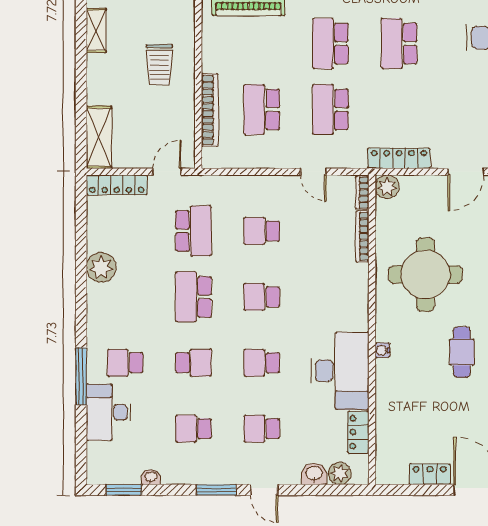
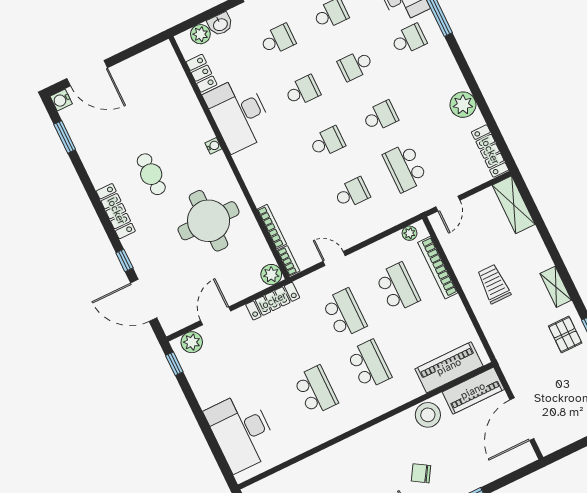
plant: (222, 160) -> (410, 233), added
locker: (117, 185) -> (490, 151), moved, turned -90
school desk: (193, 297) -> (380, 116), width x0.54
locker: (430, 474) -> (130, 67), removed

